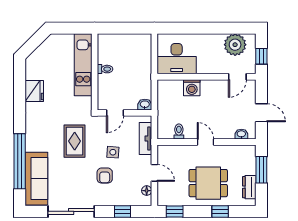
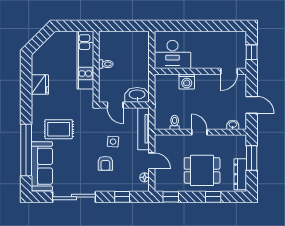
plant: (235, 45) -> (227, 41), removed
washbasin: (145, 105) -> (137, 95), width x1.91, depth x1.45
door: (115, 113) -> (115, 105), hinge flipped
tv unit: (145, 138) -> (143, 129), width x1.41
rug: (75, 141) -> (59, 129), moved, turned 90
dresser: (249, 187) -> (240, 174), width x1.44

